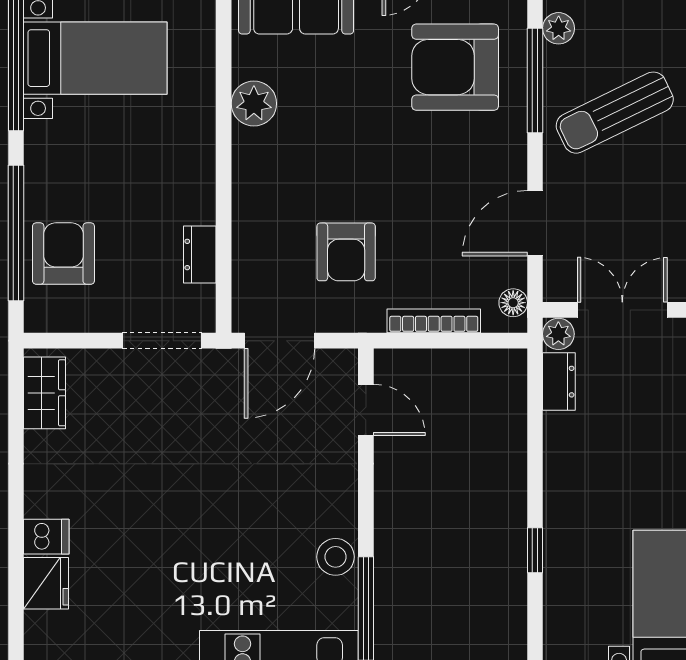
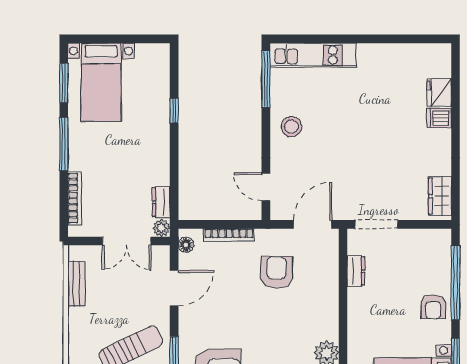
armchair: (63, 254) -> (433, 307), moved, width x0.72, depth x0.72
stool: (336, 557) -> (291, 127), moved

